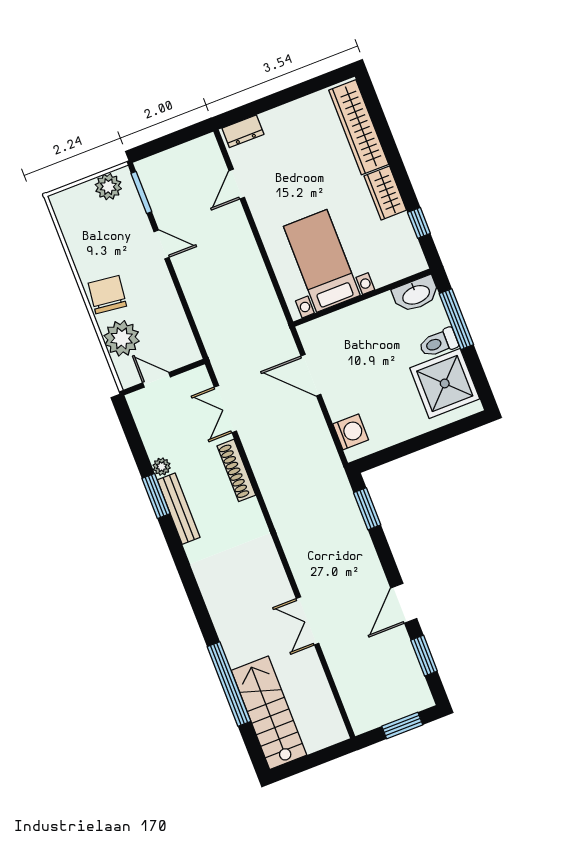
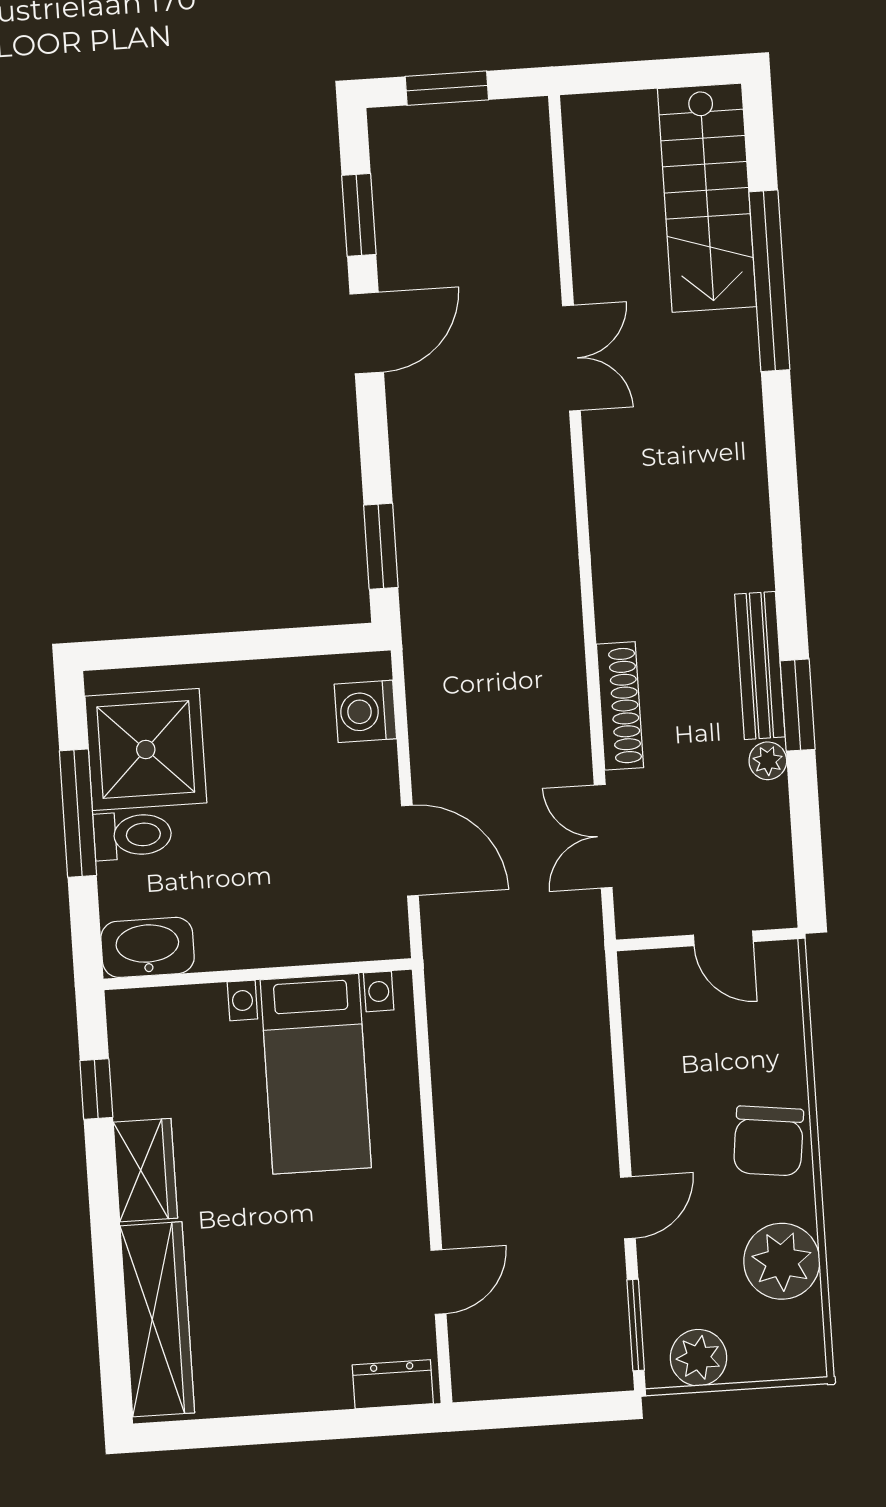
door: (162, 244) -> (628, 1208), swing flipped
window: (456, 319) -> (78, 813), moved
plant: (122, 338) -> (782, 1261), moved
double door: (225, 409) -> (603, 836), swing flipped

